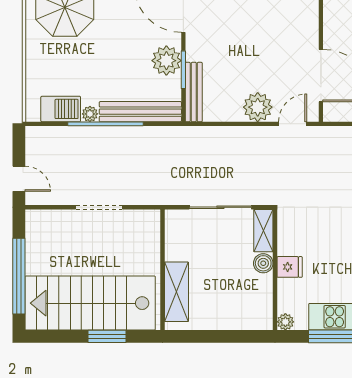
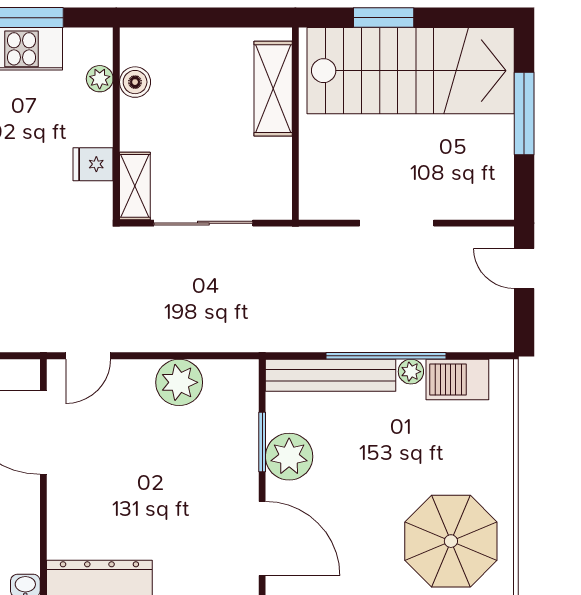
bench: (194, 92) -> (246, 406), removed
plant: (258, 107) -> (179, 382), moved
boiler: (263, 263) -> (135, 82), moved
fridge: (290, 267) -> (93, 164), moved
window: (19, 276) -> (524, 113), width x0.68
plant: (285, 322) -> (100, 79), moved

